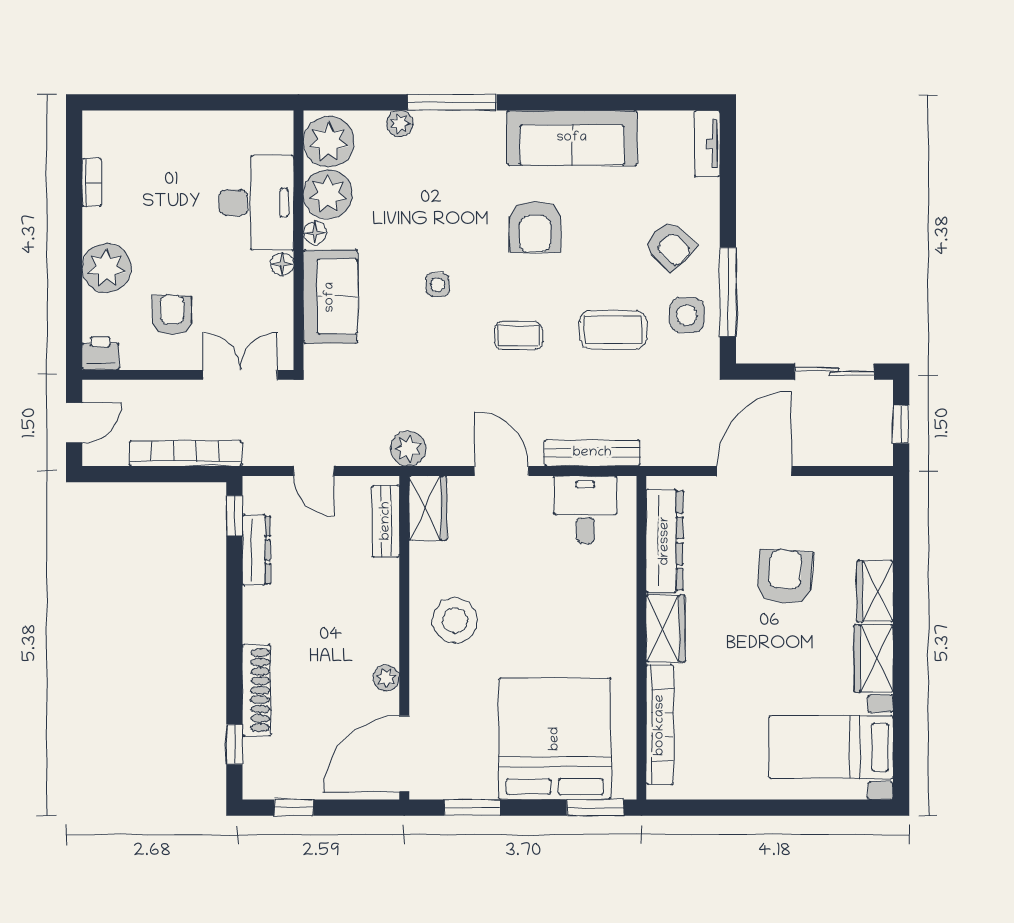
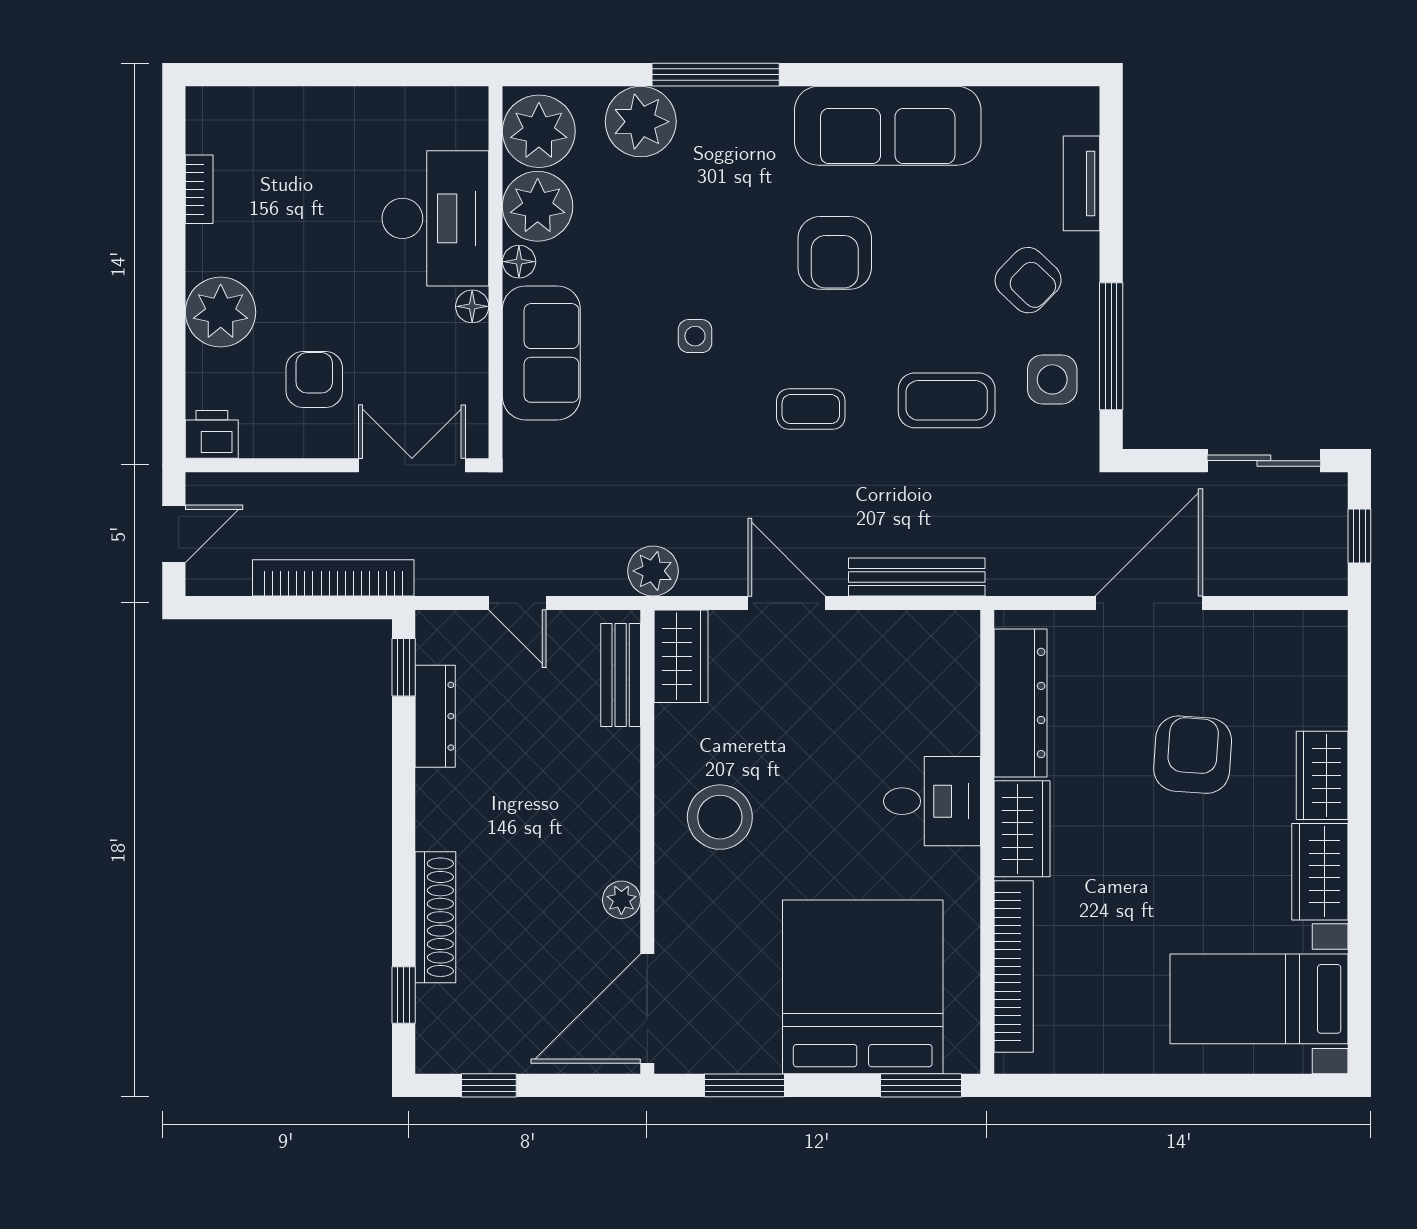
plant: (400, 124) -> (641, 122), width x1.88, depth x1.88
tv unit: (707, 144) -> (1082, 183), moved
desk: (585, 509) -> (932, 801), moved, turned 90

